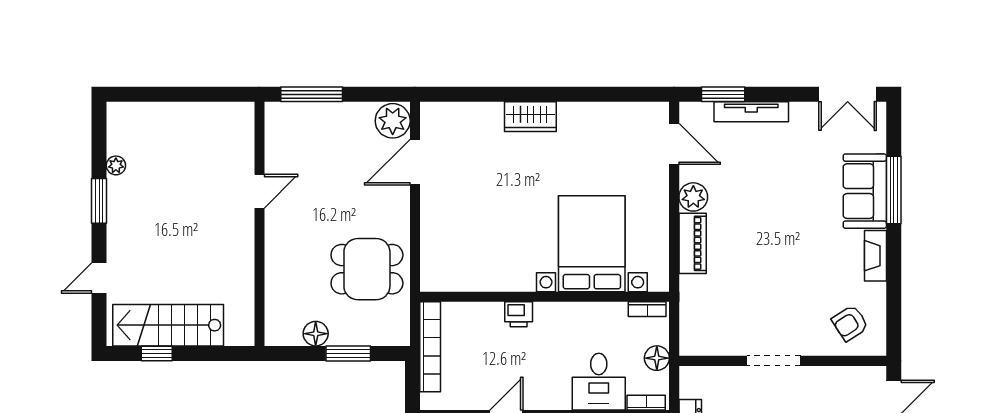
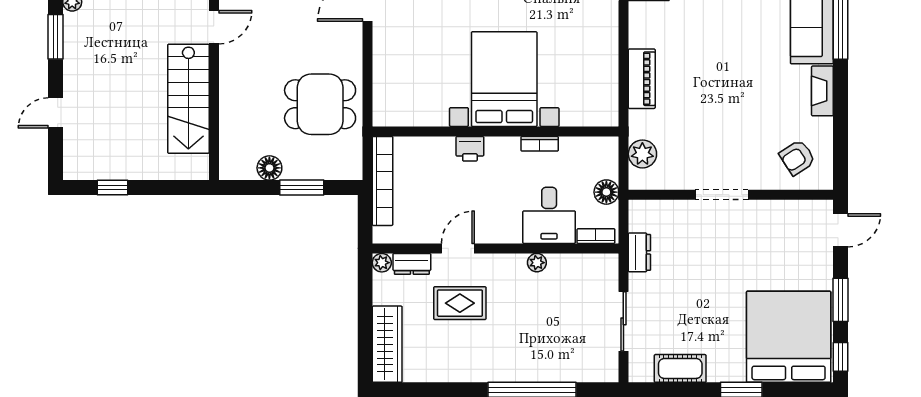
plant: (693, 197) -> (642, 154), moved
bed with nightstands: (592, 244) -> (504, 79), moved
bookcase: (647, 309) -> (540, 144), moved
stairs: (168, 325) -> (188, 99), moved, turned -90

